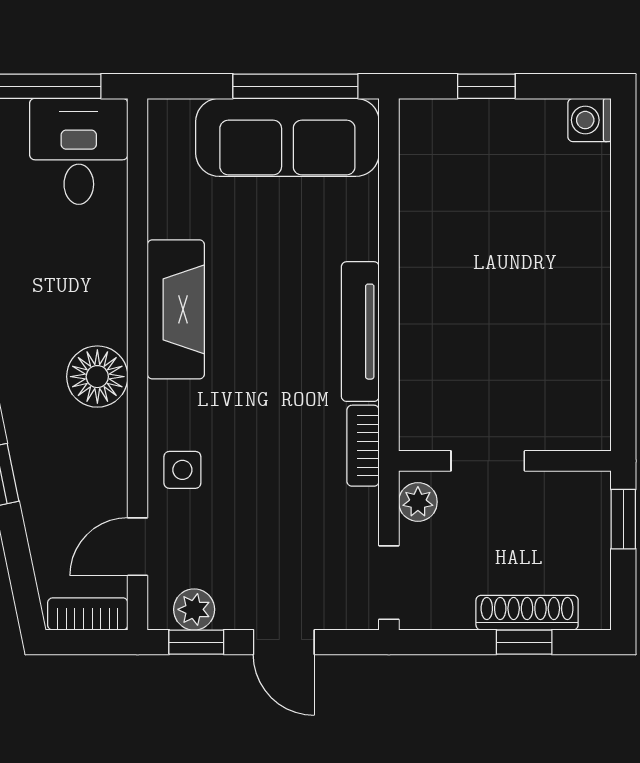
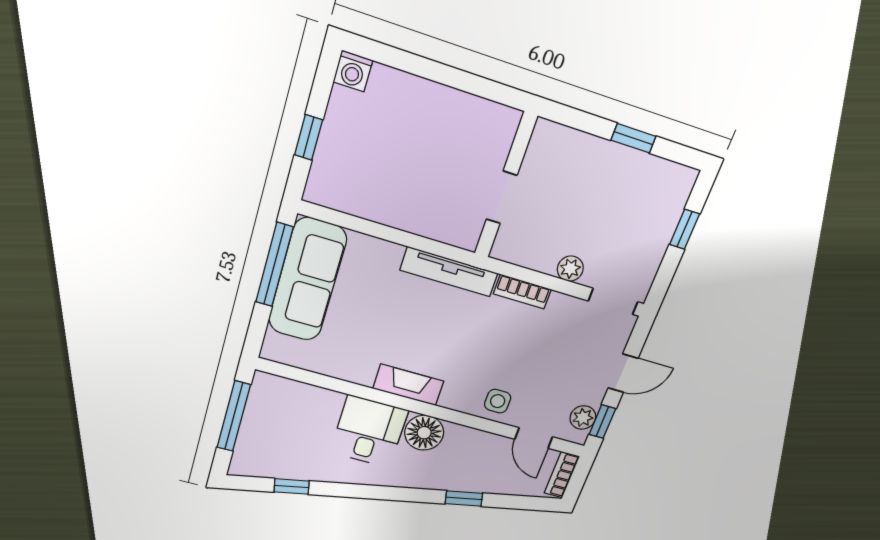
desk: (79, 151) -> (369, 431), moved, turned 90
fireplace: (176, 309) -> (408, 385), width x0.73, depth x0.76
doorway: (488, 461) -> (502, 197), moved
wall: (505, 461) -> (506, 186), moved
shoe rack: (527, 613) -> (667, 222), removed

